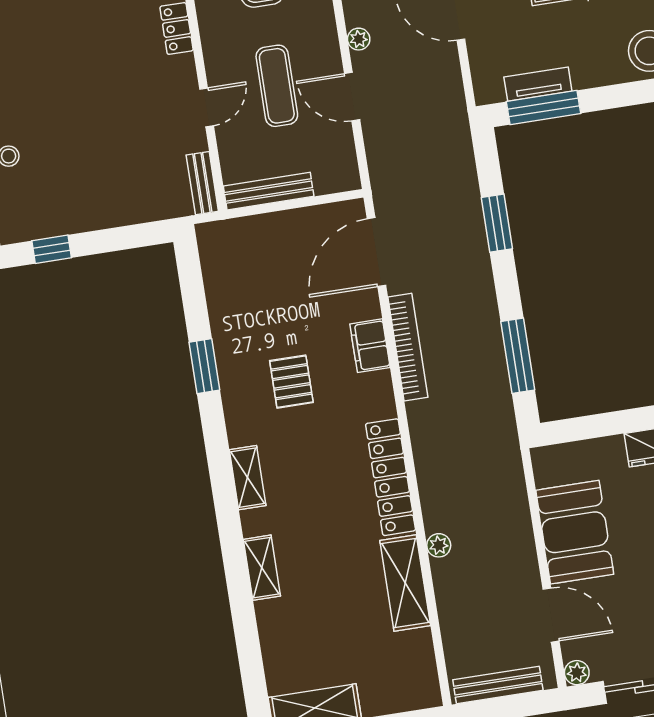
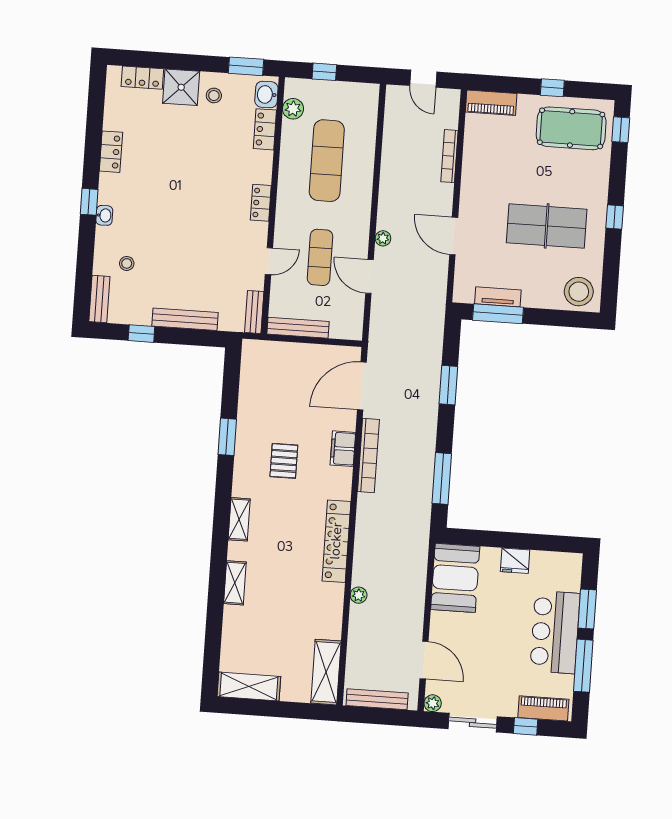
bench: (108, 215) -> (185, 319), added
booth: (575, 532) -> (455, 578), moved
shelving: (405, 583) -> (326, 672), moved

